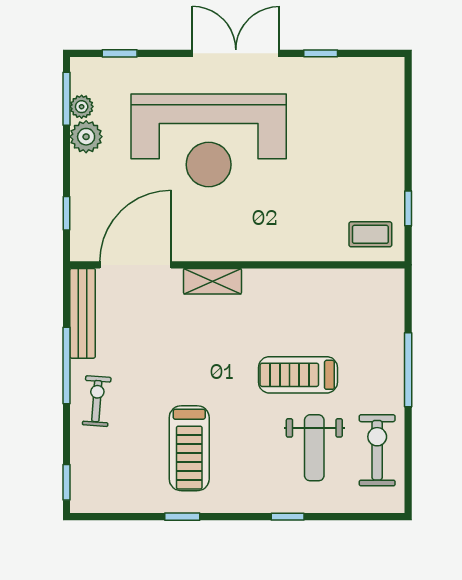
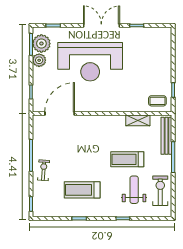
plant: (82, 107) -> (41, 44), width x1.88, depth x1.88
shelving: (212, 281) -> (138, 120), moved
bench: (83, 313) -> (166, 136), moved
treadmill: (189, 448) -> (82, 190), turned 90
weight bench: (314, 448) -> (134, 190), turned 180

